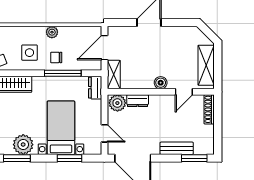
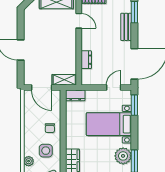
plant: (52, 32) -> (29, 161), moved
window: (63, 73) -> (63, 123), removed
boiler: (161, 83) -> (71, 40), removed
plant: (117, 103) -> (88, 77), removed
window: (70, 158) -> (134, 105), moved

